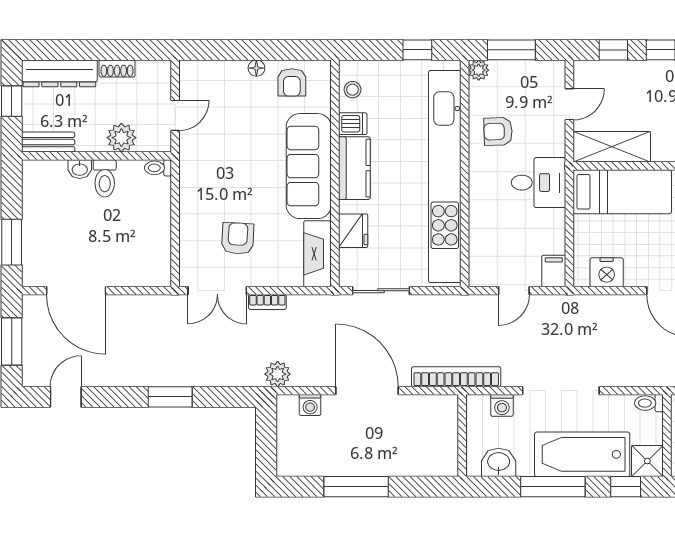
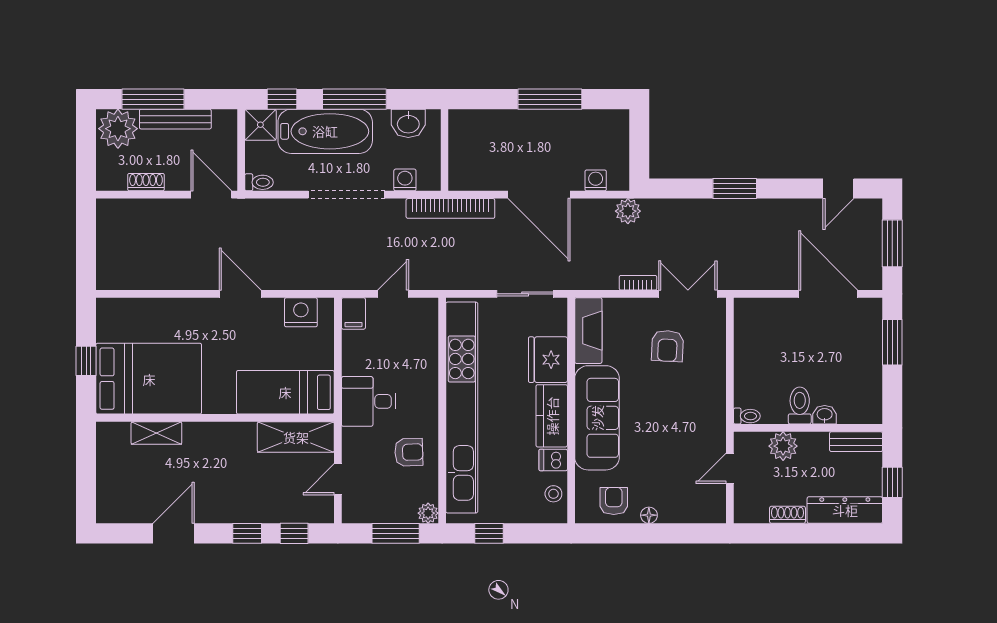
fridge: (353, 231) -> (548, 360), width x1.36, depth x1.34

